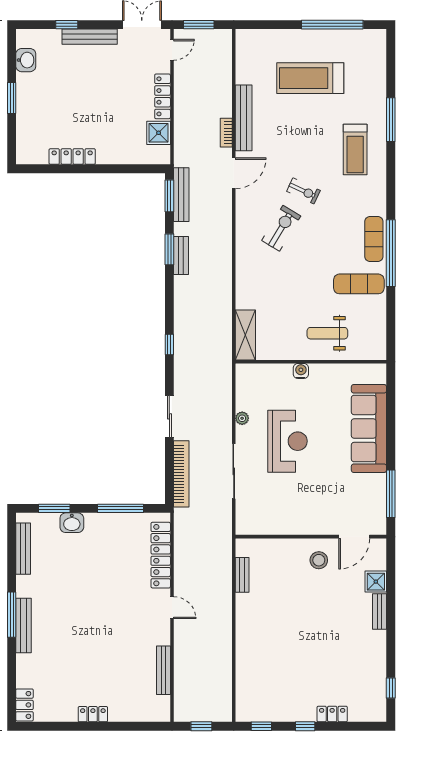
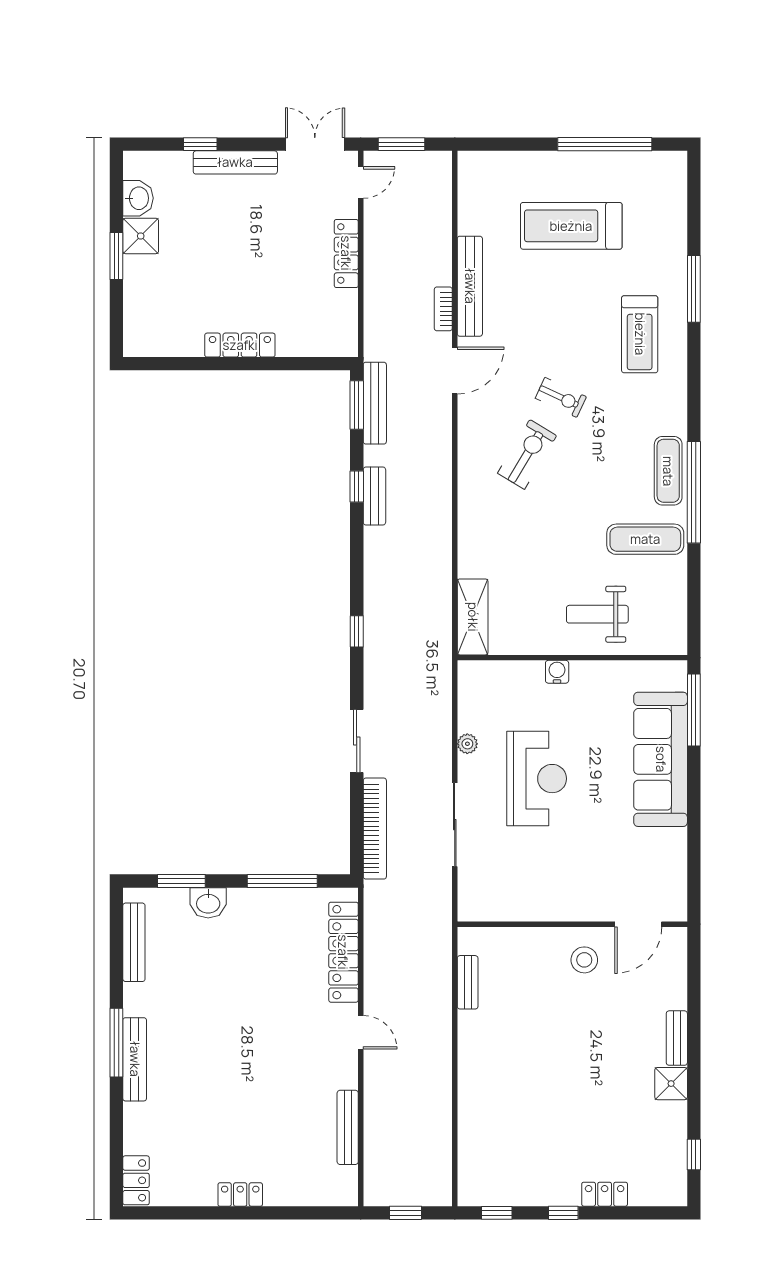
shower: (159, 133) -> (141, 236), moved
locker: (72, 157) -> (240, 345), moved
window: (169, 249) -> (357, 486), width x0.67
window: (391, 494) -> (694, 710), moved
shower: (376, 582) -> (671, 1084), moved

